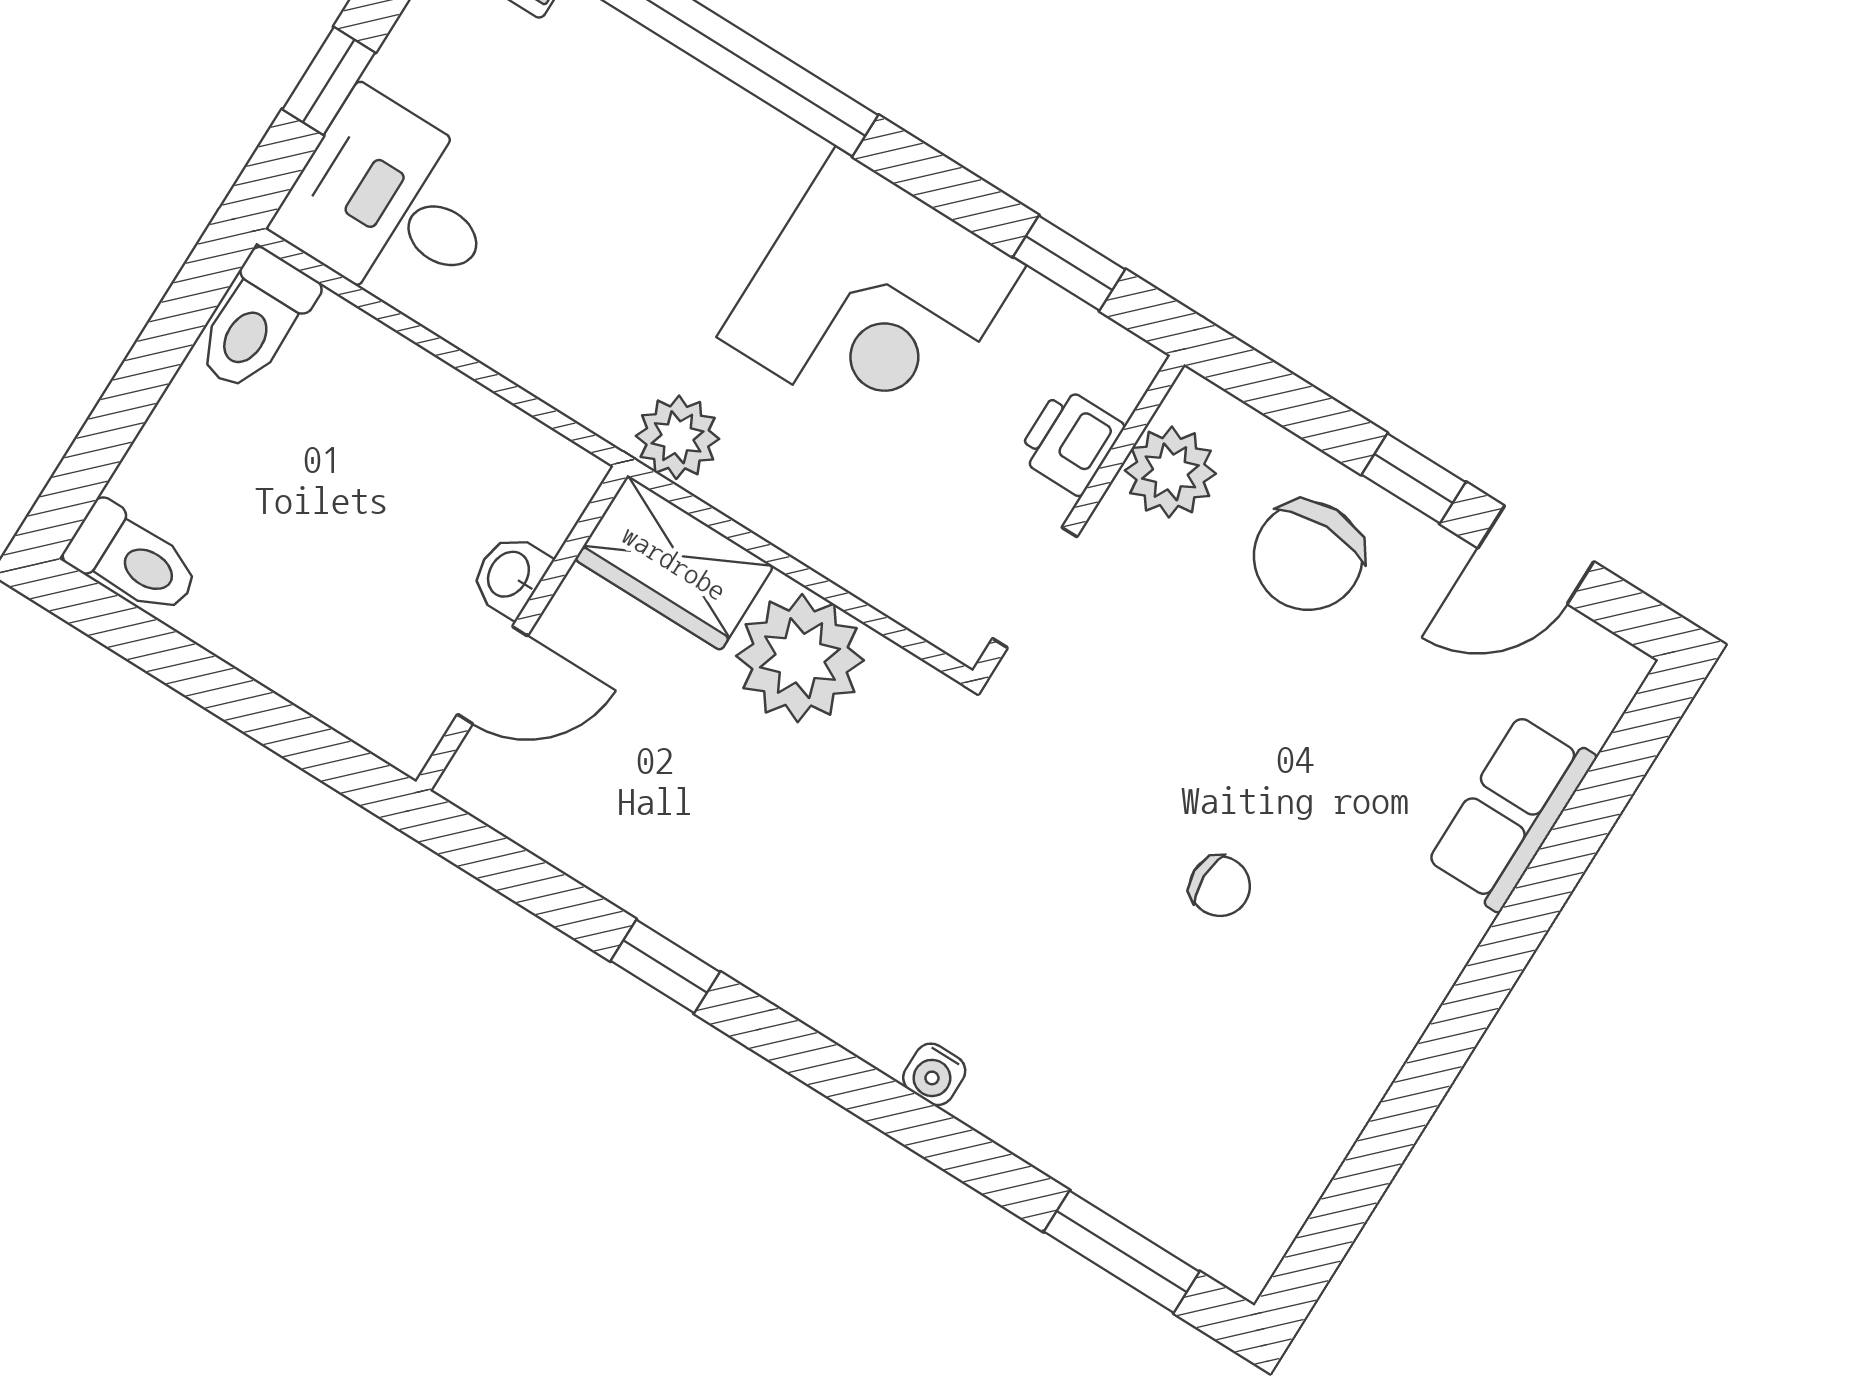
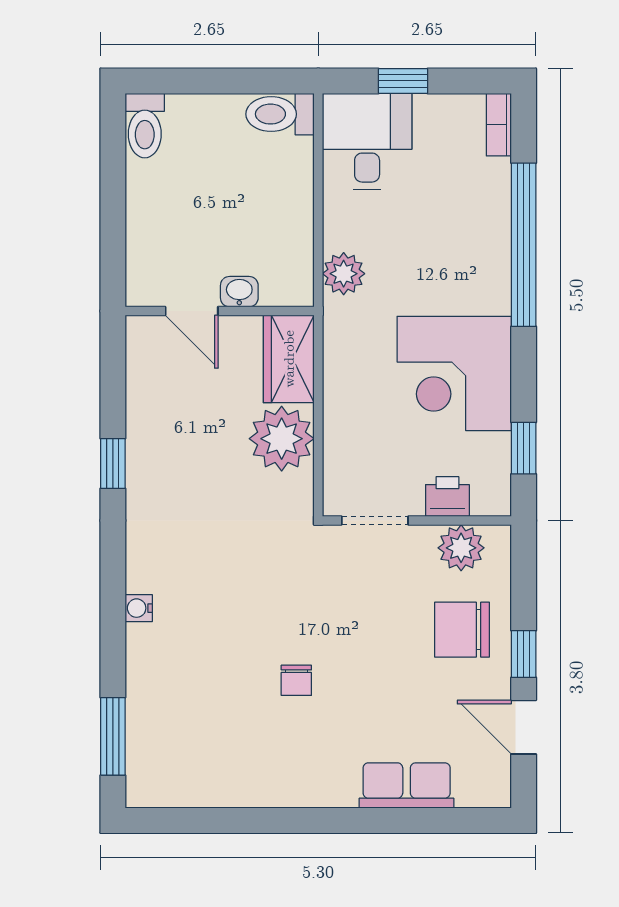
plant: (678, 437) -> (344, 274), moved

